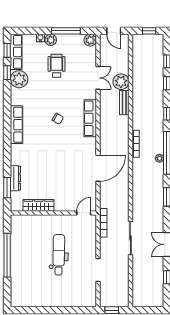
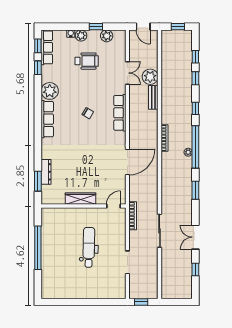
window: (66, 31) -> (96, 27), width x0.46
plant: (90, 40) -> (107, 36), moved
wheelchair: (57, 66) -> (87, 61), turned 90
plant: (19, 79) -> (50, 91), moved
wardrobe: (39, 205) -> (81, 199), moved

